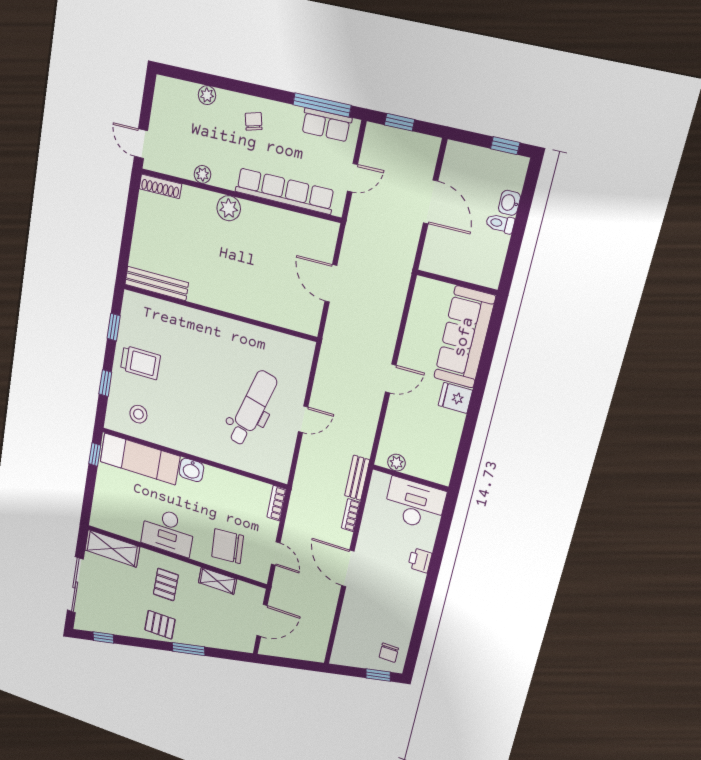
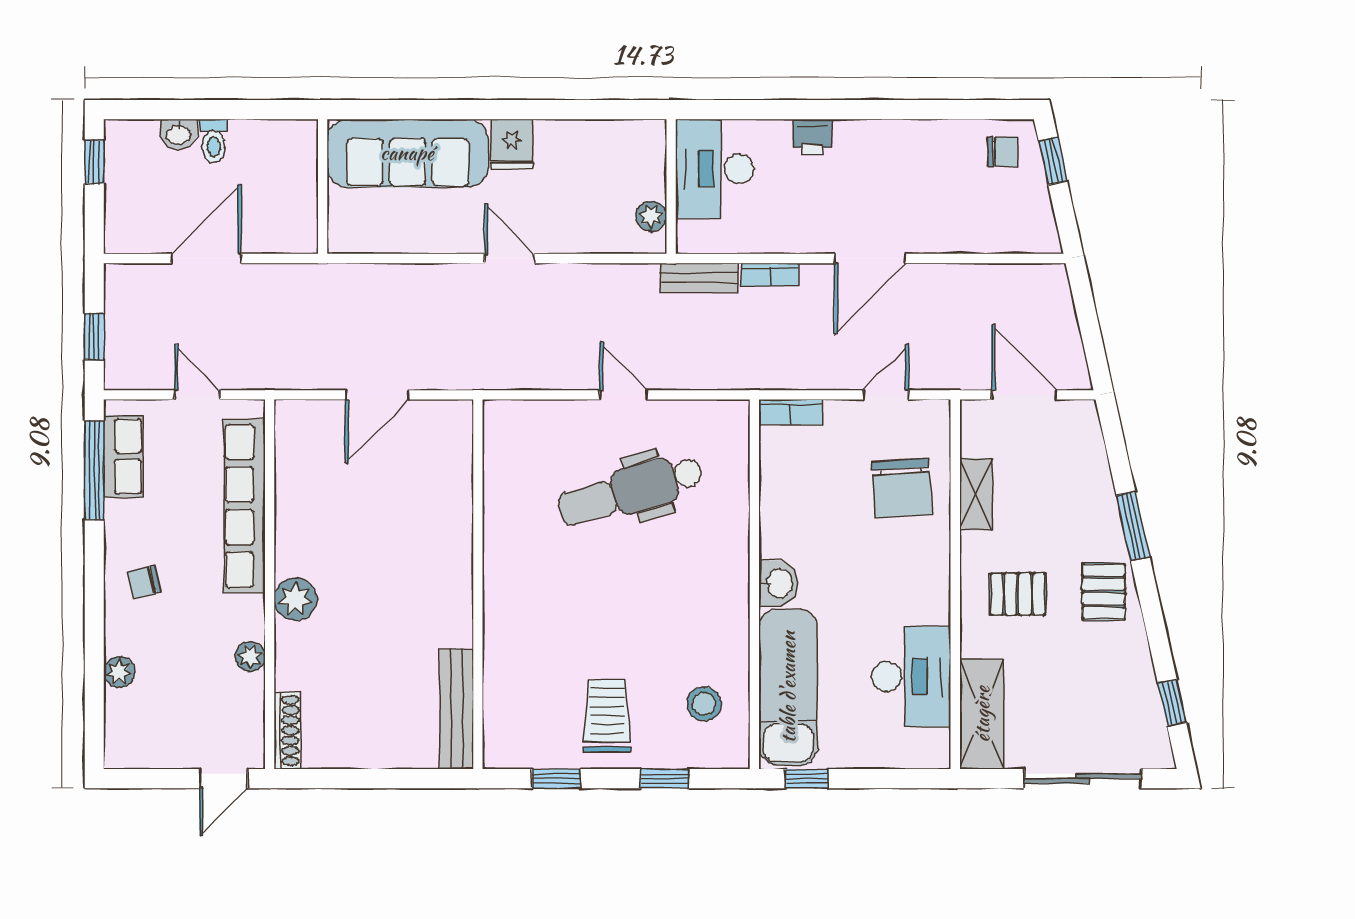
dental chair: (252, 408) -> (631, 491), turned -32
desk: (168, 531) -> (911, 677), moved

